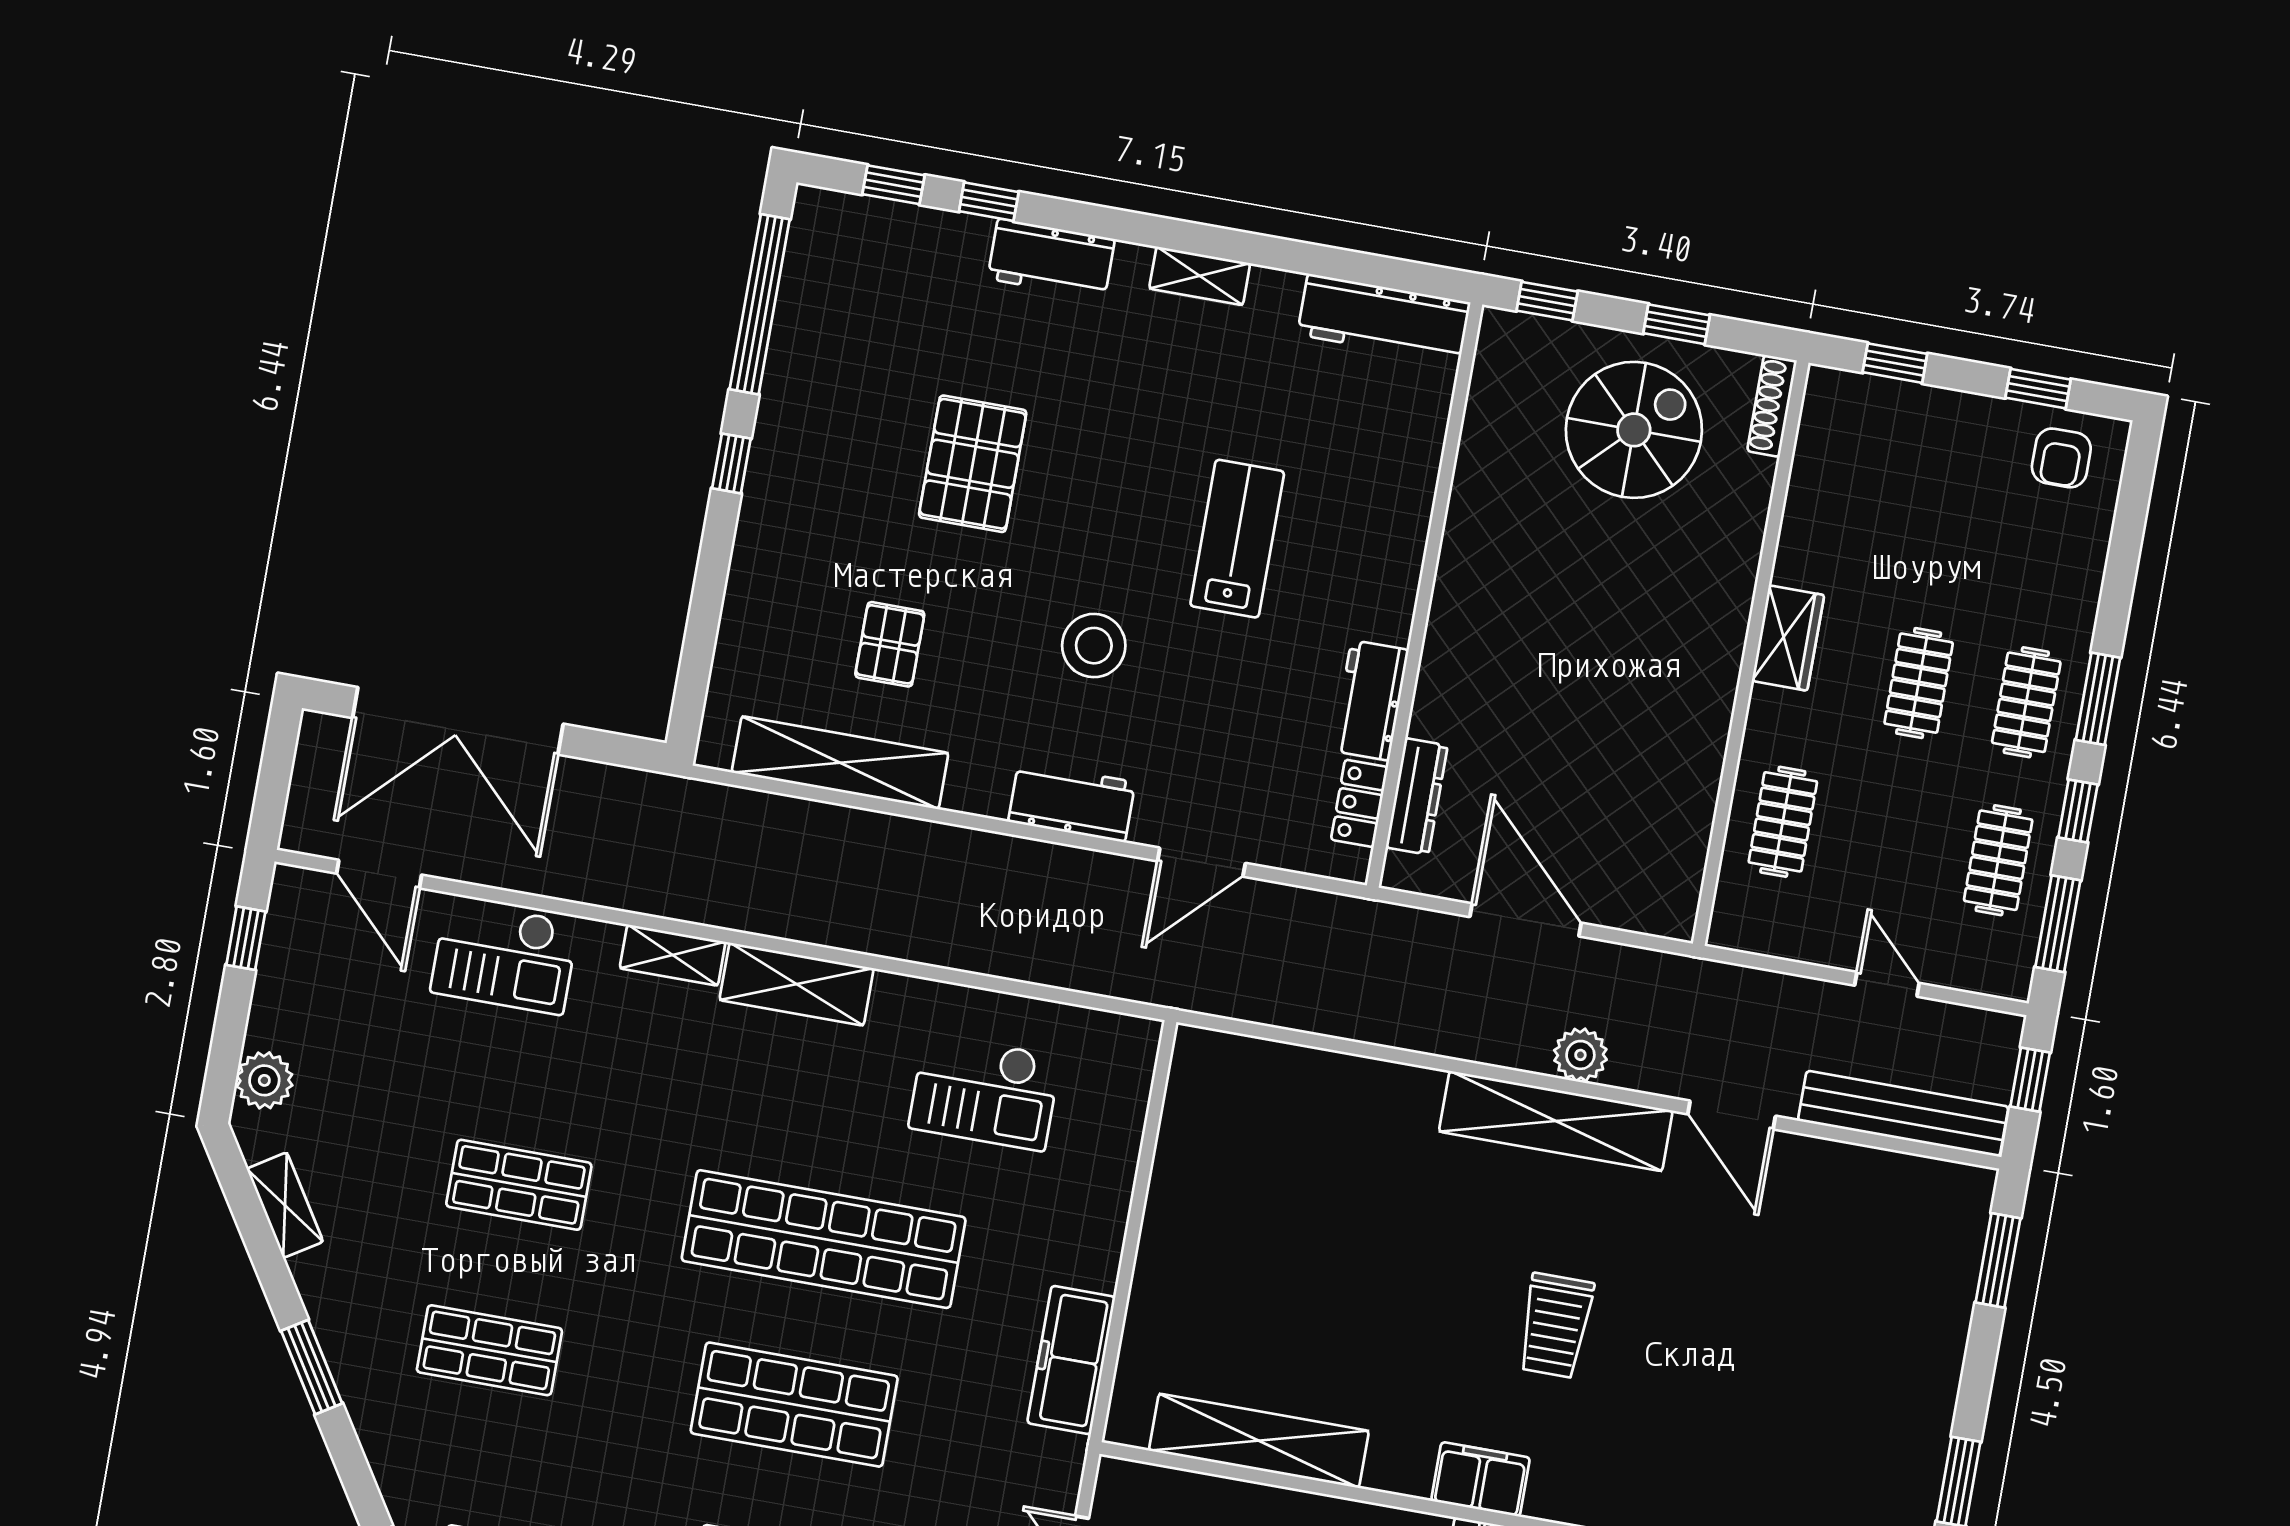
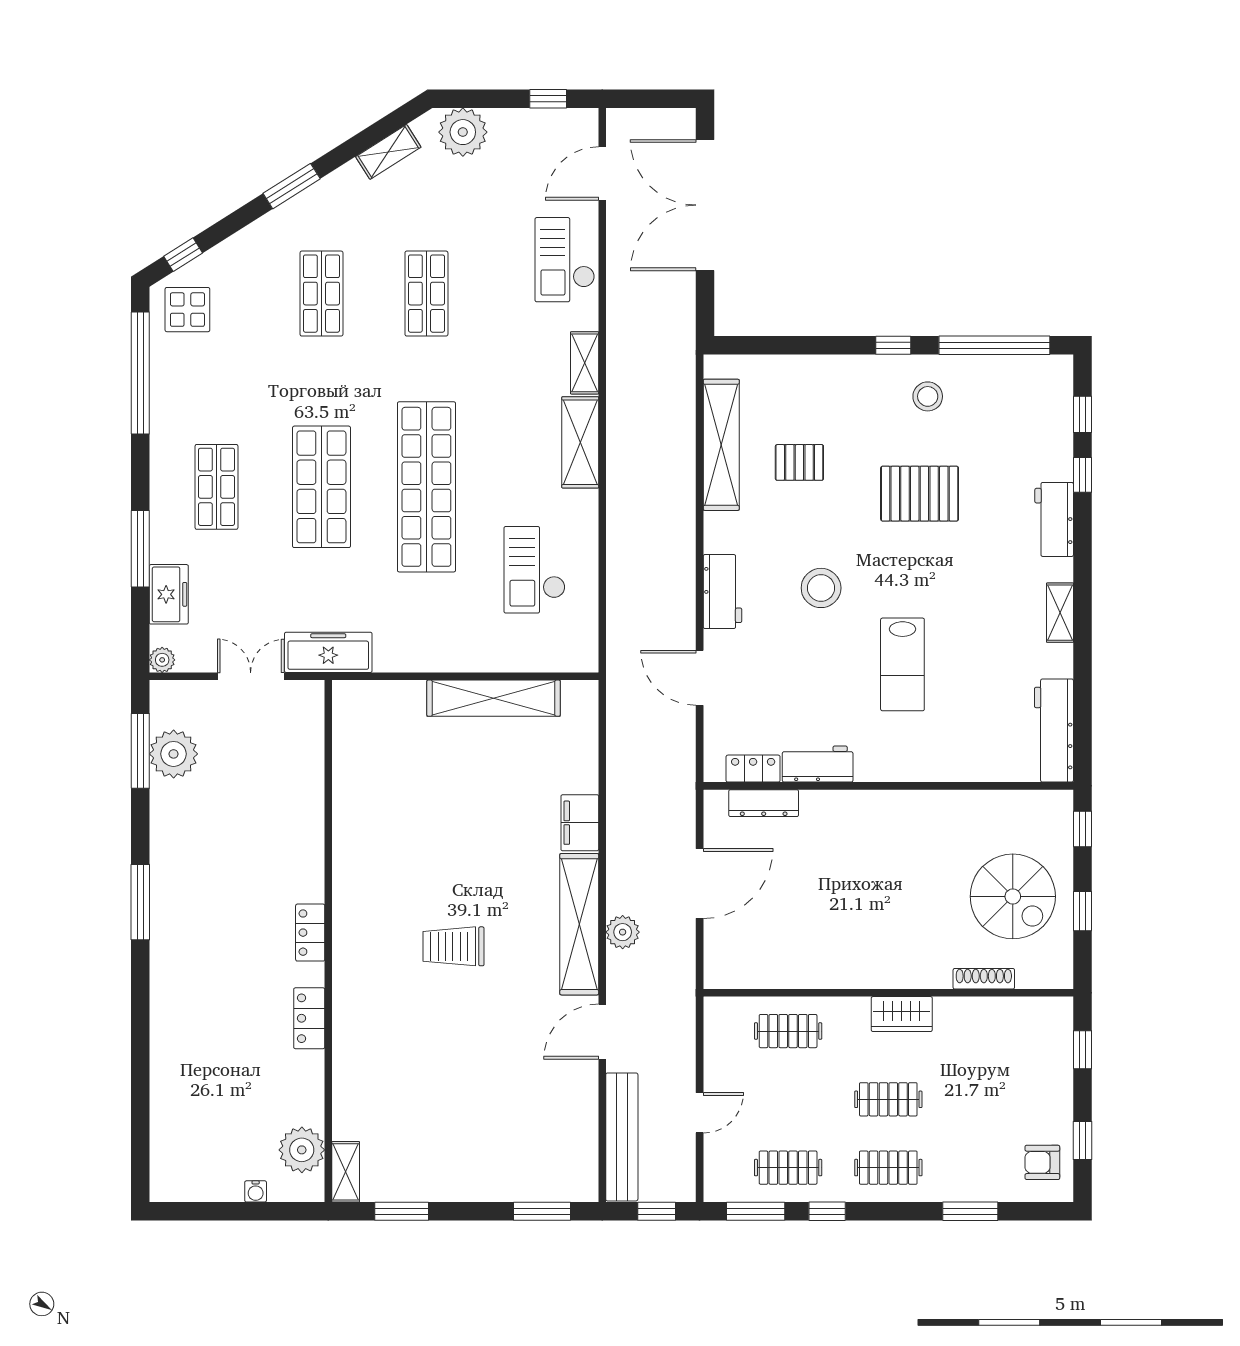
shoe rack: (1772, 406) -> (984, 979), moved
stool: (822, 424) -> (928, 396), added
lab bench: (1237, 539) -> (902, 664), turned 90
window: (2098, 699) -> (970, 1211), moved
plant: (264, 1080) -> (463, 132), width x1.36, depth x1.36
freezer: (1071, 1360) -> (328, 652), moved
shelving: (1259, 1441) -> (494, 698), moved, turned 90
filing cabinet: (1480, 1479) -> (580, 823), moved, turned 180

